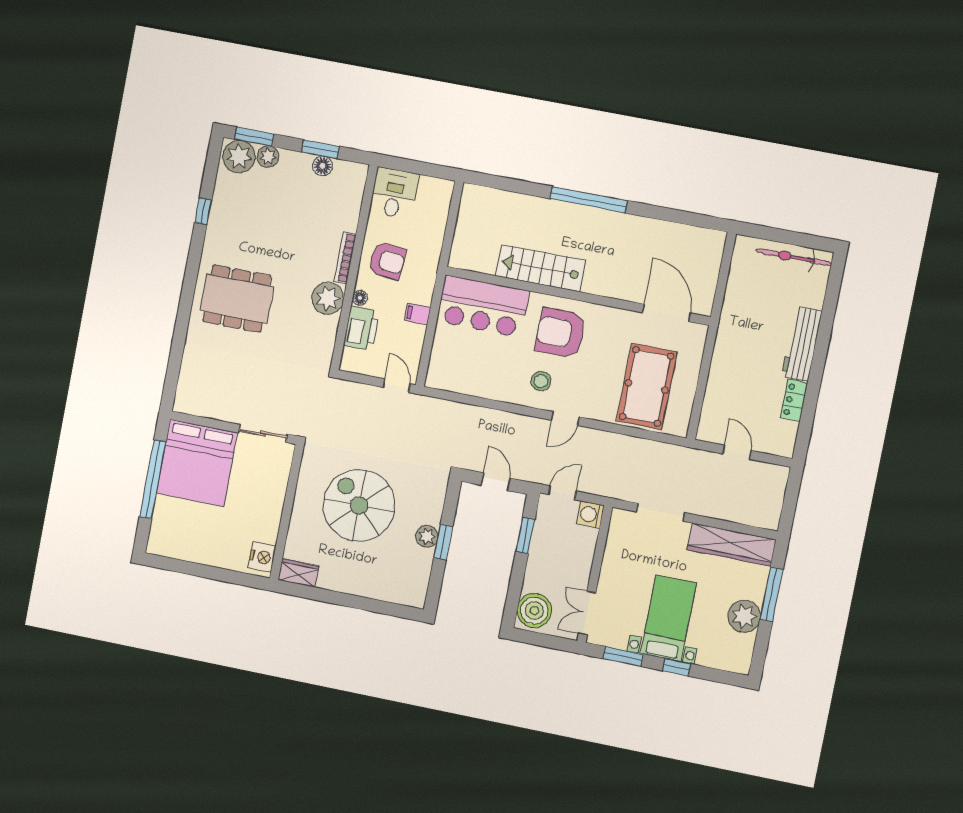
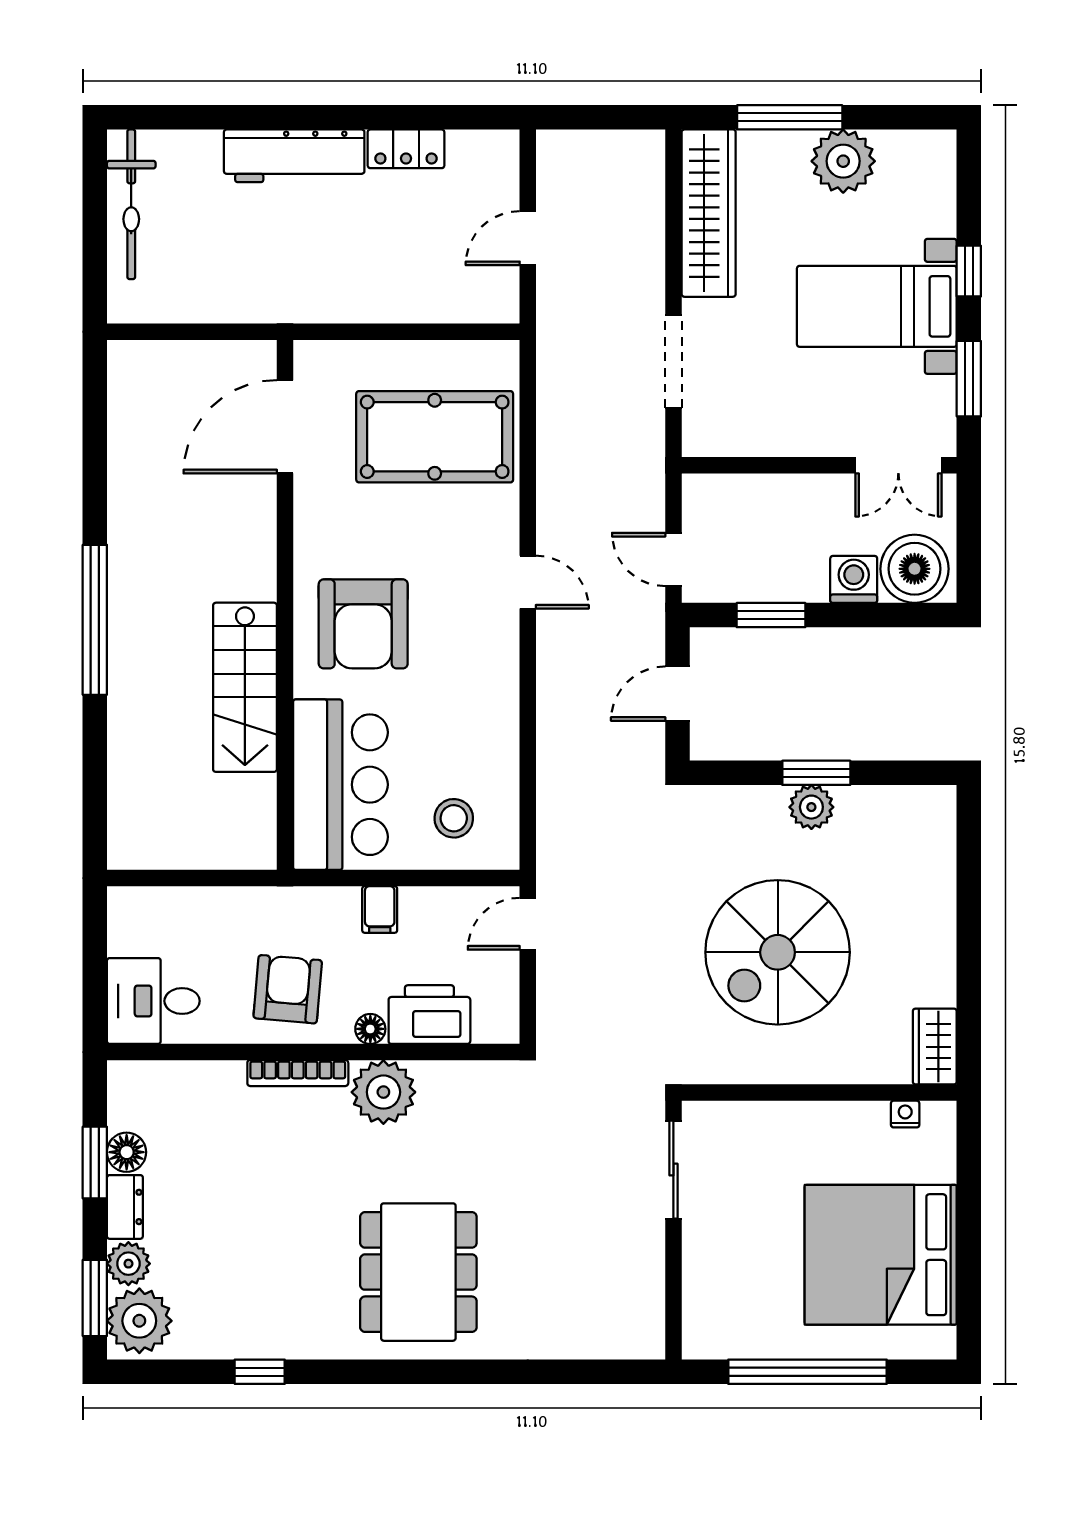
dresser: (296, 160) -> (125, 1207), added
stool: (541, 381) -> (454, 818), moved
bed: (197, 463) -> (881, 1255), moved, turned 180
washing machine: (590, 515) -> (854, 579), moved, turned 180
nightstand: (262, 557) -> (905, 1114), width x0.53, depth x0.56

